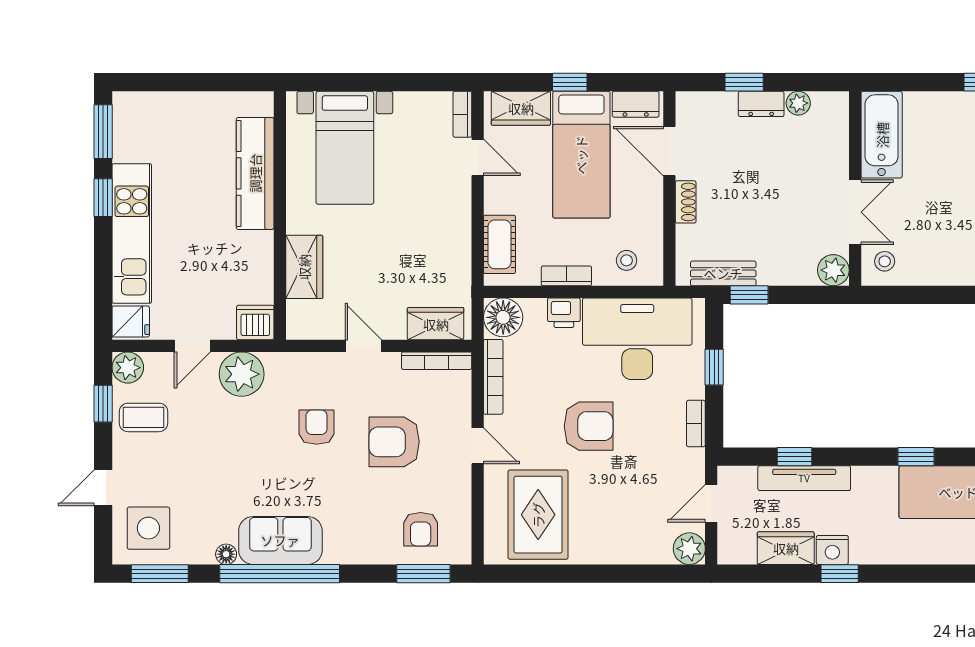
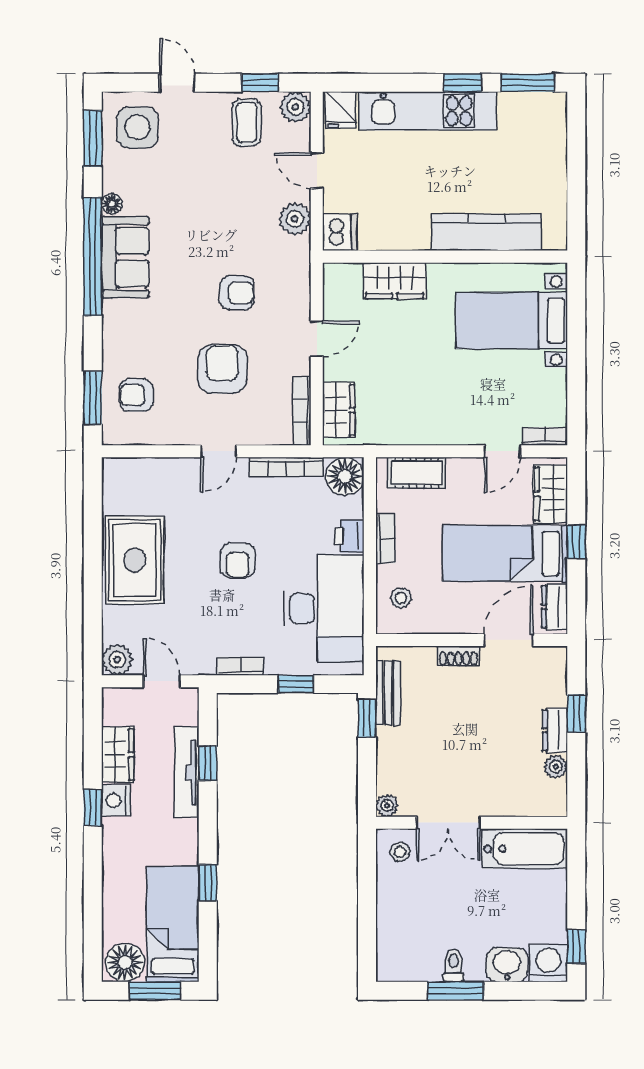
plant: (833, 270) -> (387, 806), width x0.73, depth x0.73
plant: (242, 374) -> (295, 219), width x0.73, depth x0.73
armchair: (589, 426) -> (238, 560), width x0.72, depth x0.72
rug: (538, 515) -> (135, 560), moved, turned 90

